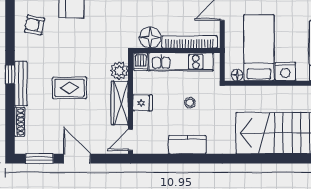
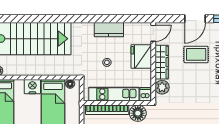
rug: (69, 88) -> (196, 54), moved
fridge: (143, 103) -> (141, 57), width x1.88, depth x1.34
door: (77, 159) -> (195, 19), hinge flipped

